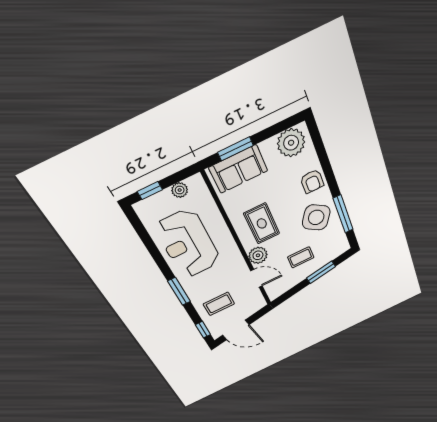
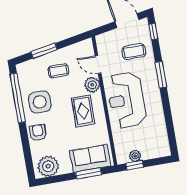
window: (150, 191) -> (135, 165), moved
window: (343, 214) -> (18, 98), width x1.46
side table: (316, 217) -> (40, 102), turned -33
reception desk: (188, 244) -> (126, 100), moved, turned 180

